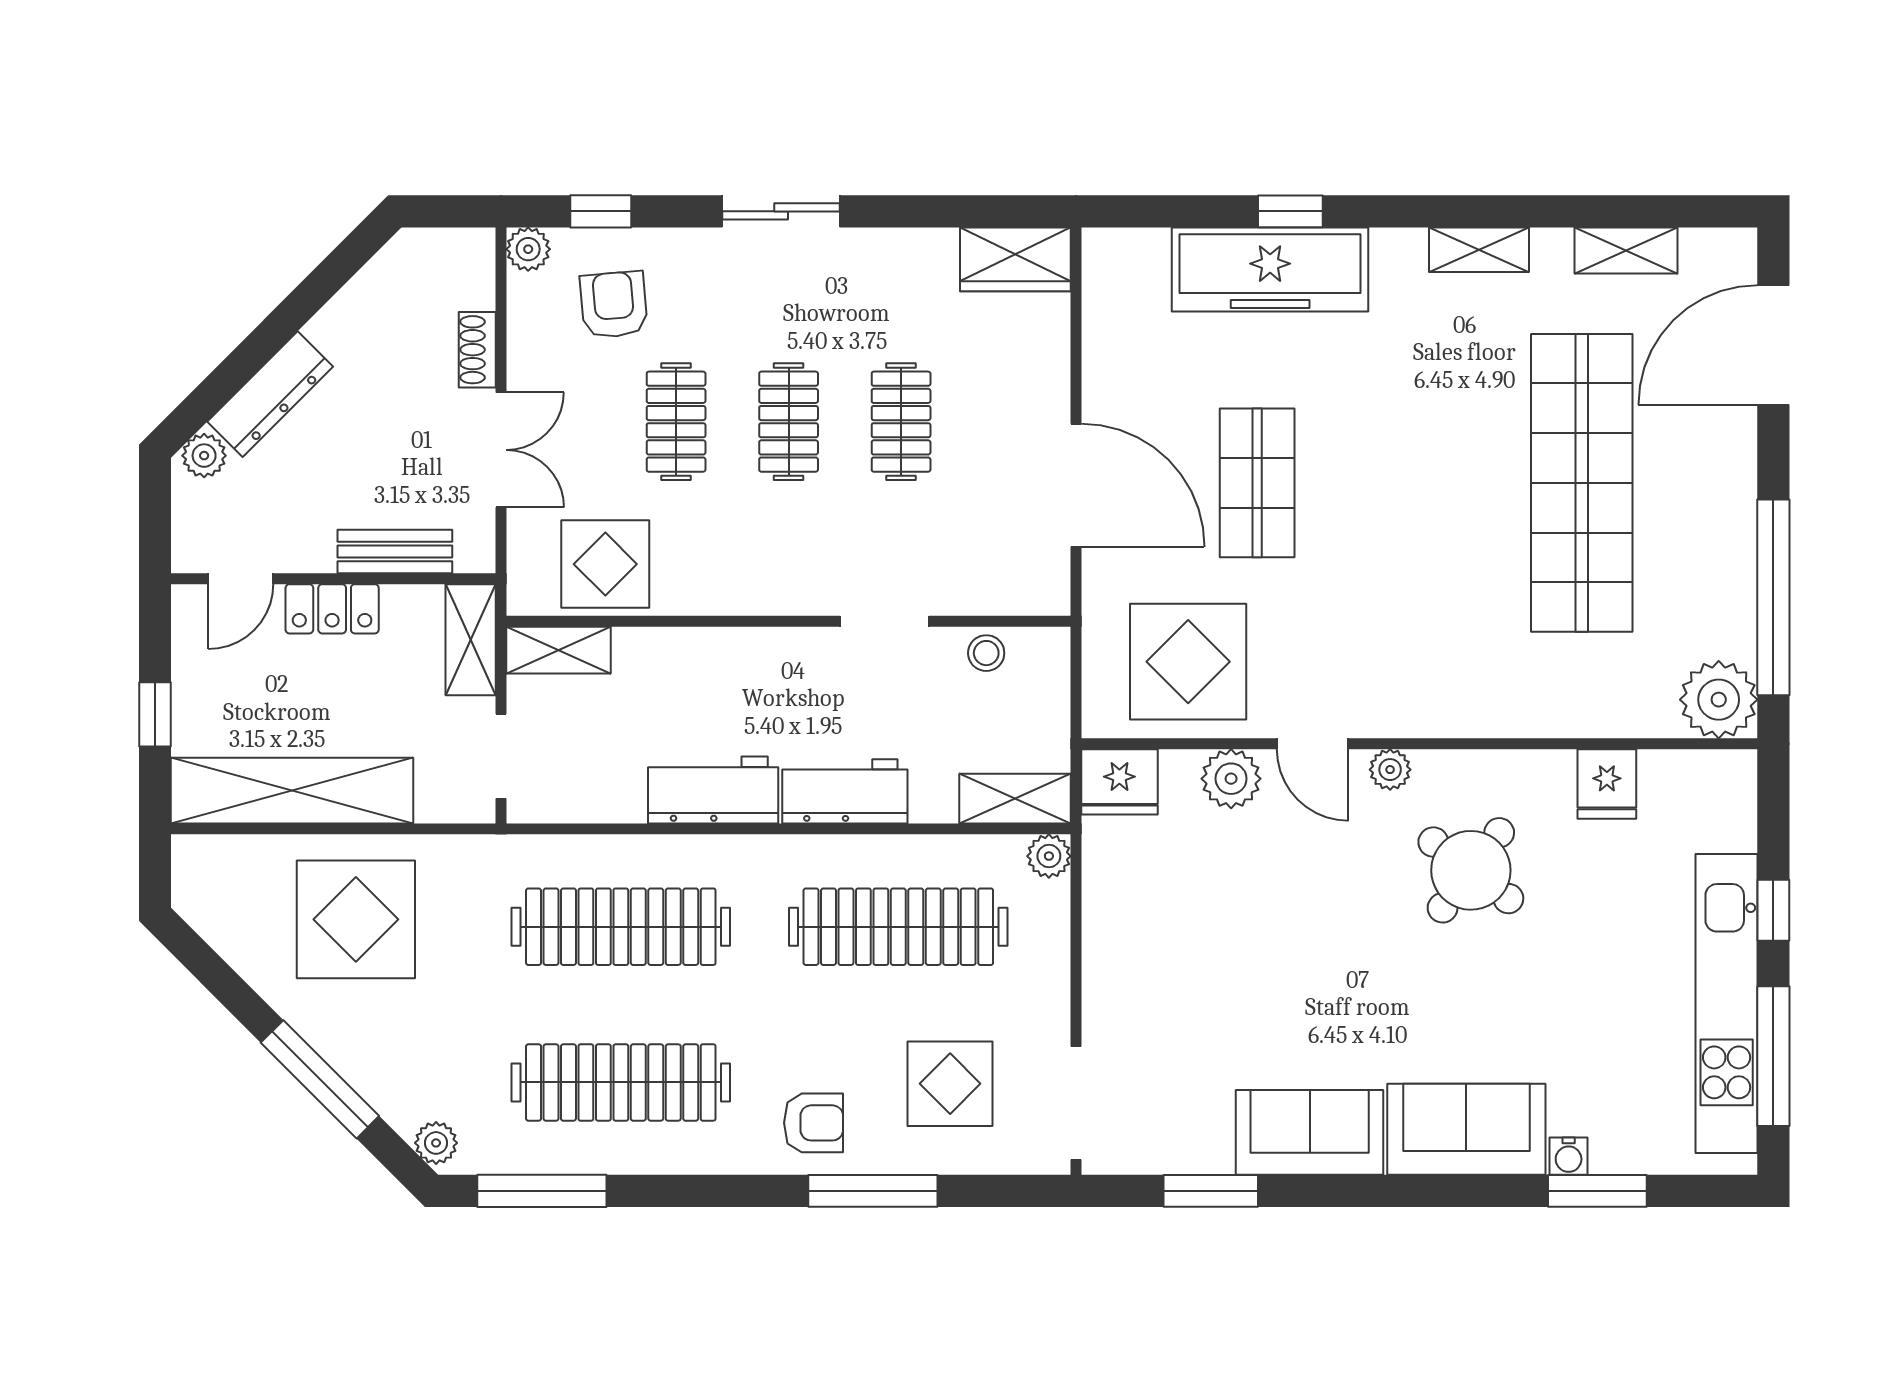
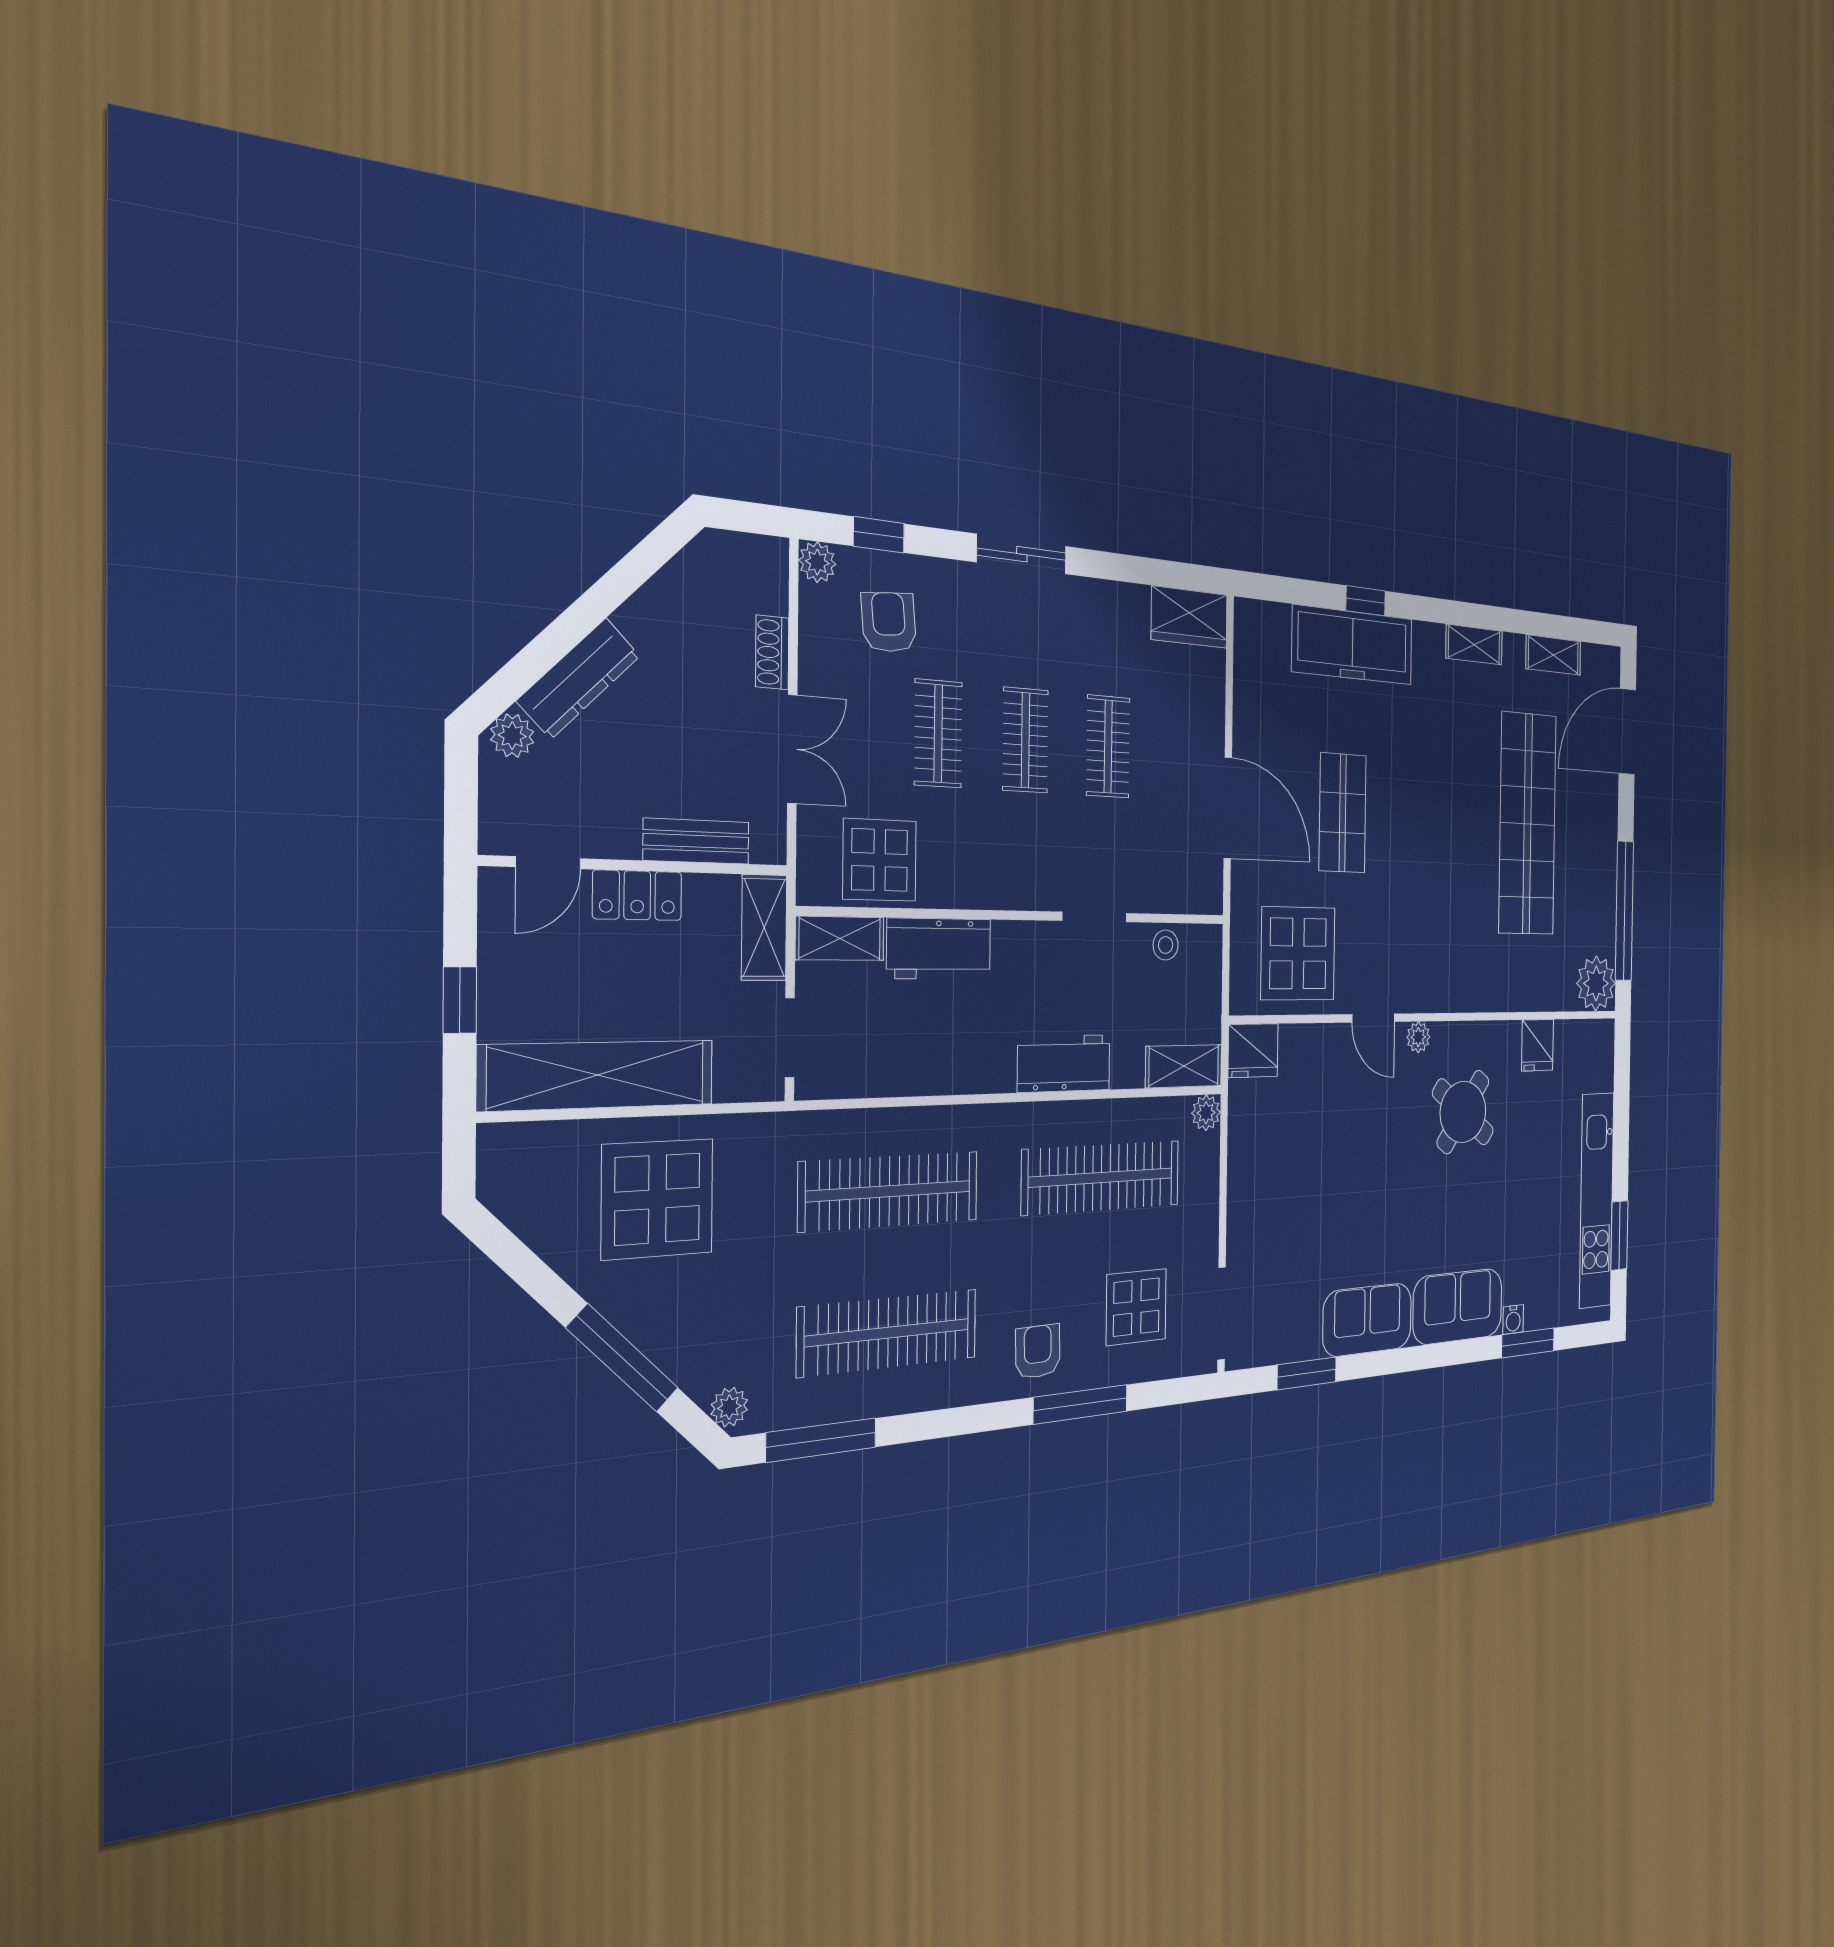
plant: (1231, 779) -> (1324, 1046), removed
workbench: (713, 790) -> (939, 949), moved, turned 180
window: (1773, 910) -> (1621, 1132), removed
window: (1773, 1056) -> (1619, 1235), width x0.69
armchair: (814, 1123) -> (1038, 1352), turned -91

